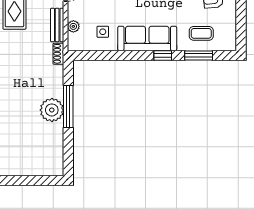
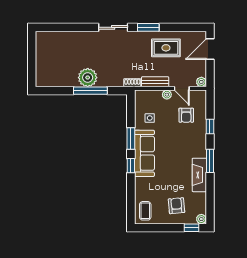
plant: (73, 26) -> (167, 95), moved
coffee table: (201, 33) -> (145, 211), moved
window: (199, 56) -> (131, 138), moved

